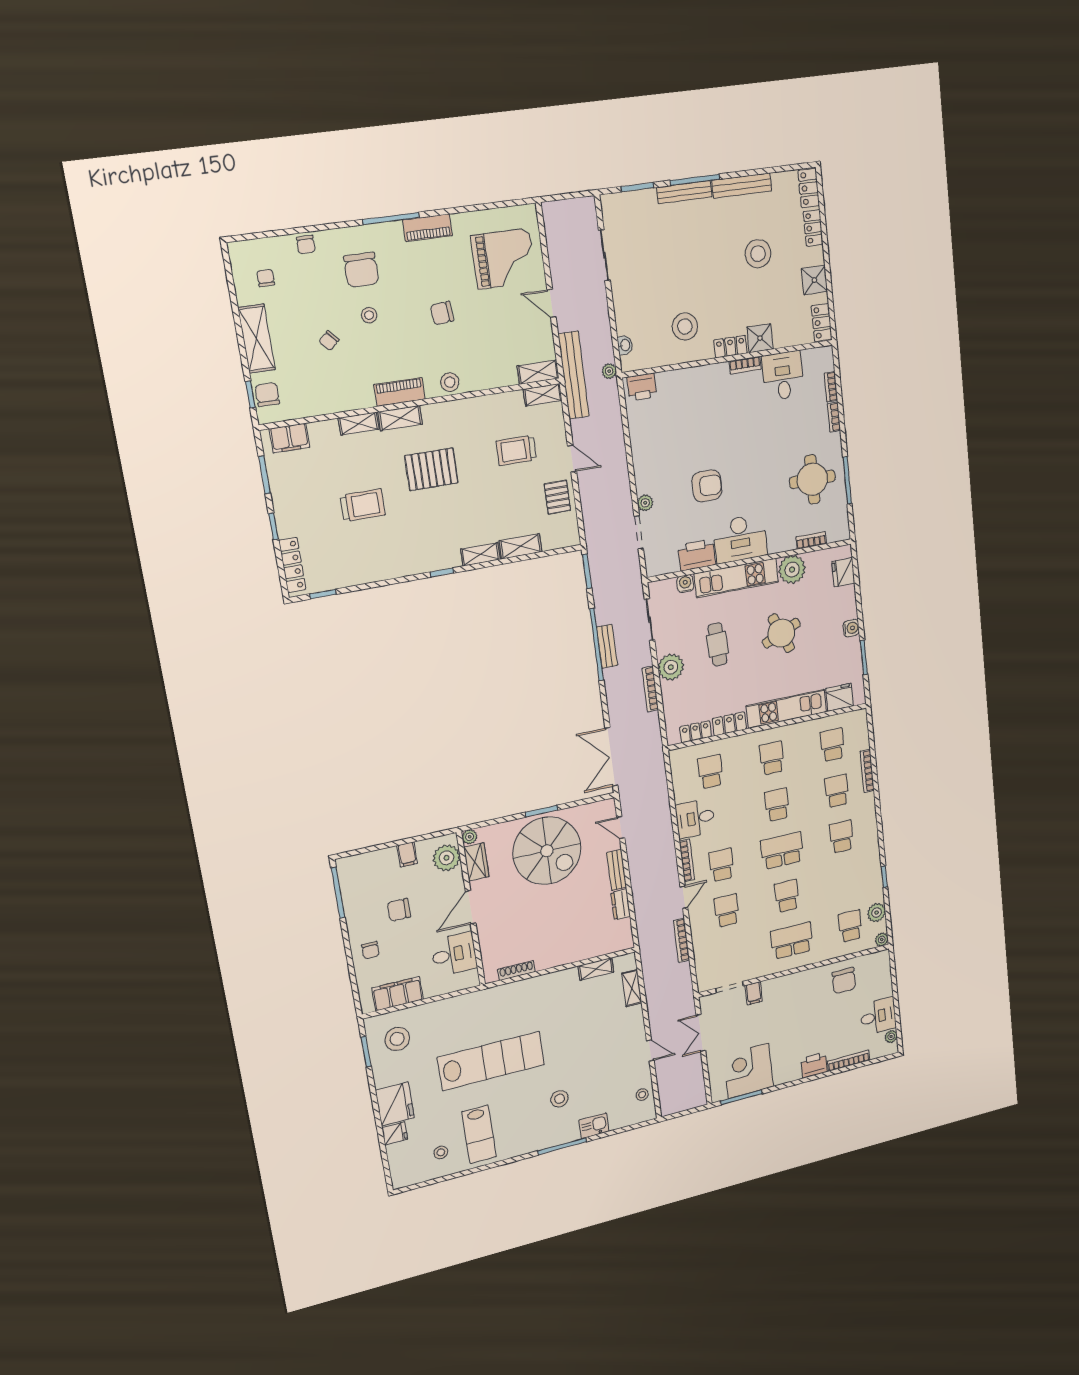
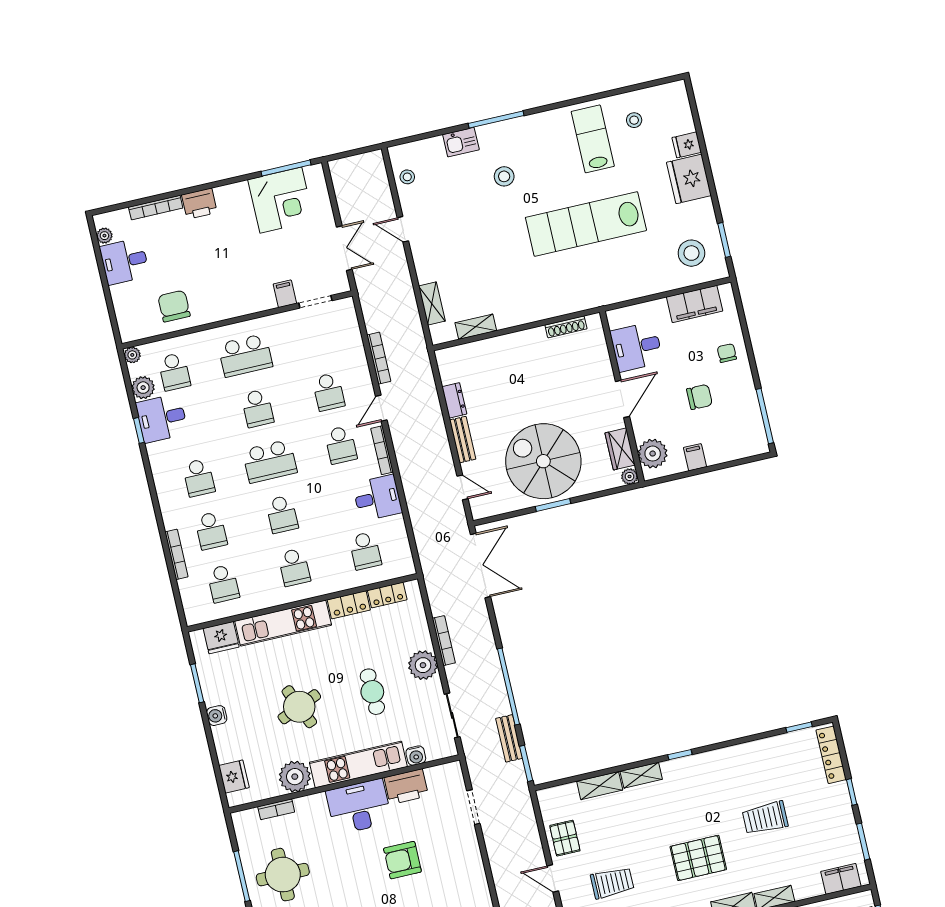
plant: (645, 503) -> (469, 838), removed
bench: (607, 646) -> (509, 738), moved
desk: (865, 887) -> (162, 418), added

